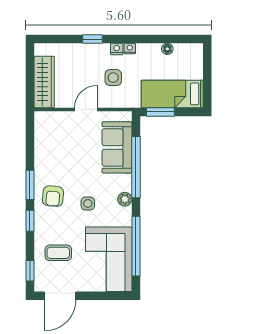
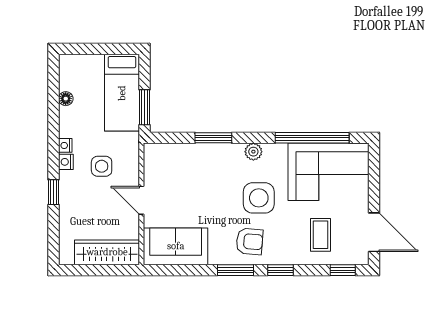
sofa: (117, 147) -> (176, 246), moved, turned 180
window: (136, 167) -> (213, 138), width x0.47
side table: (88, 203) -> (259, 198), width x1.87, depth x1.87

